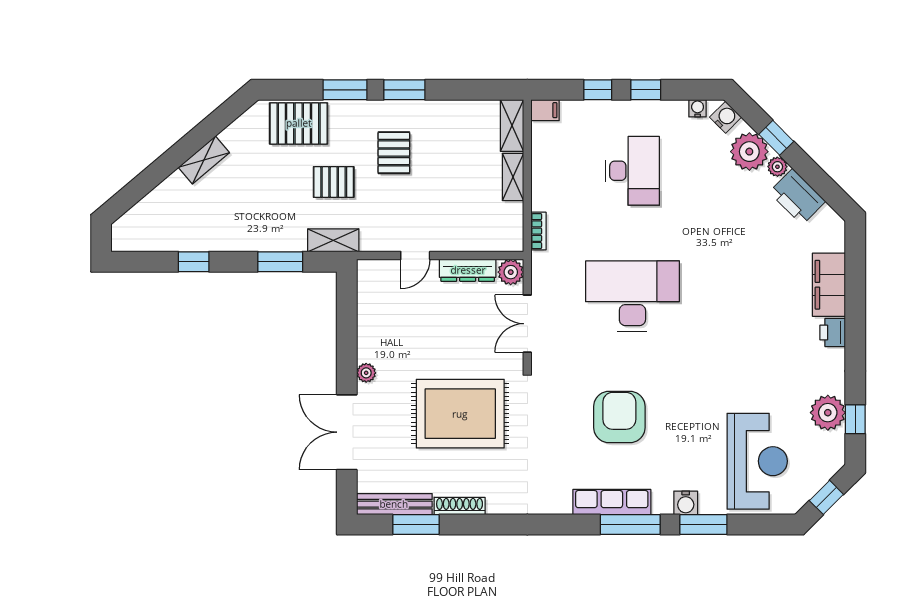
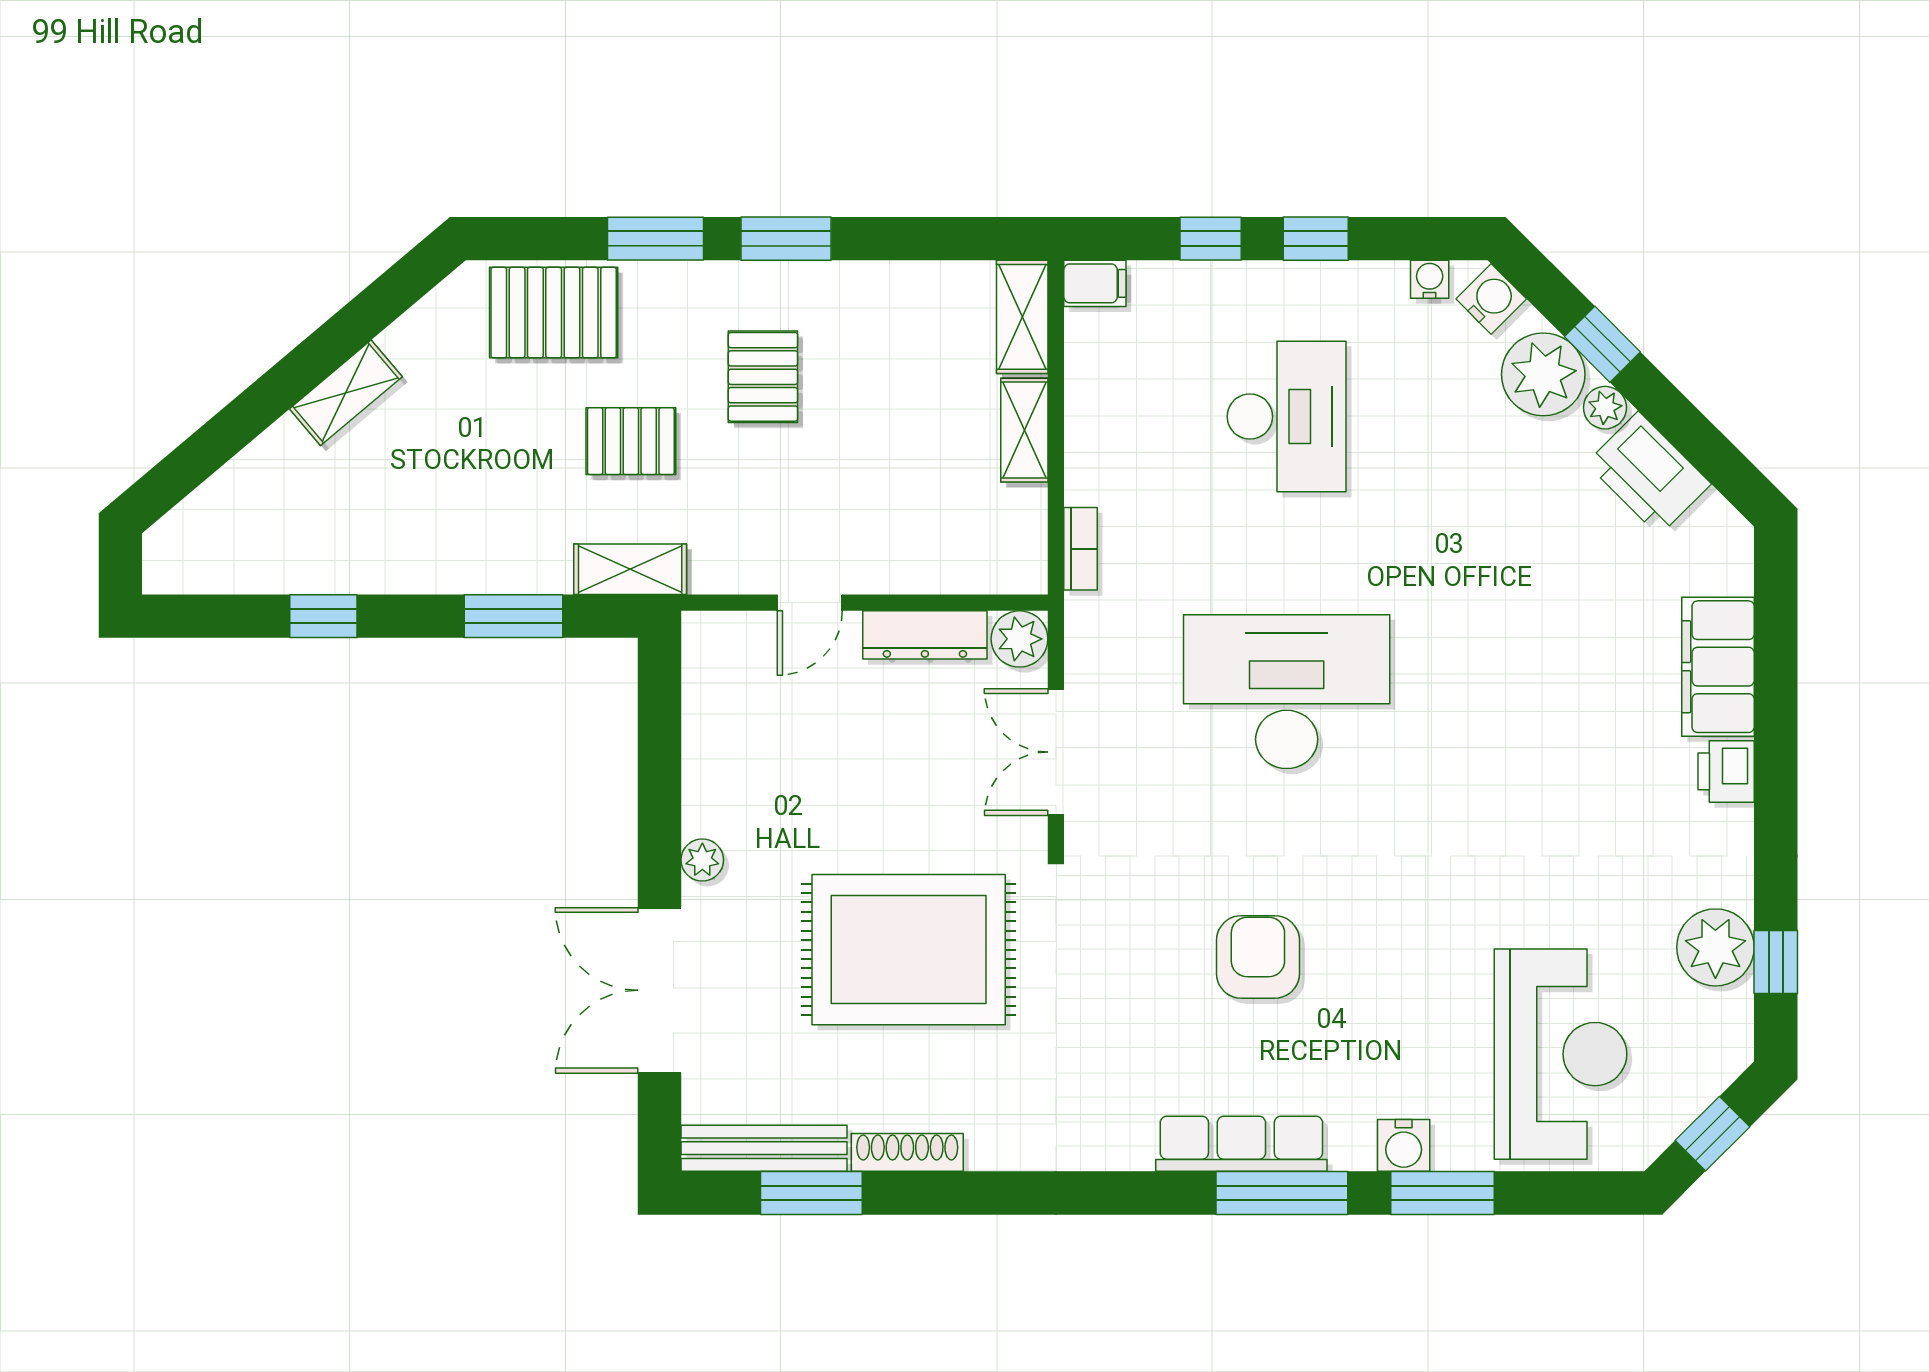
armchair: (619, 417) -> (1258, 957), width x0.73, depth x0.73

